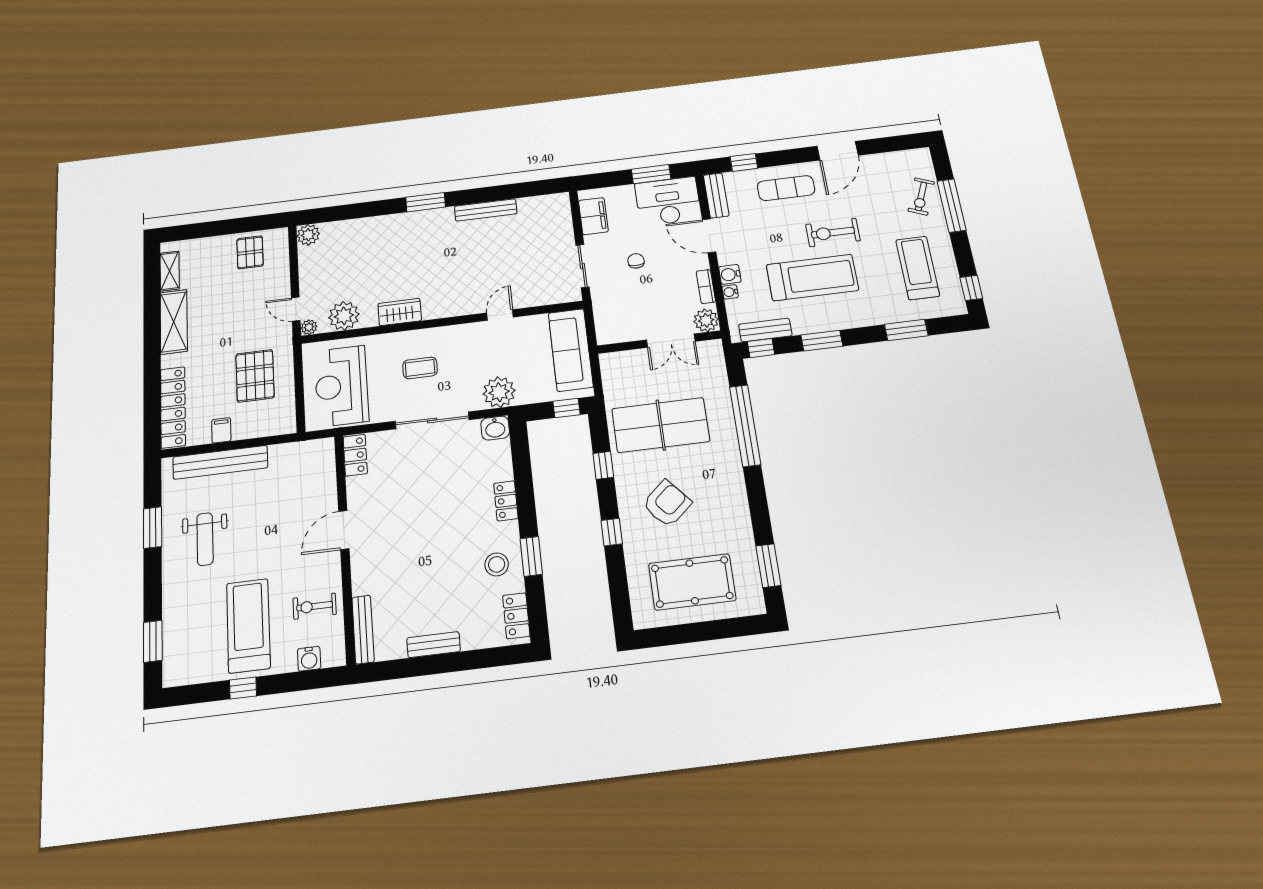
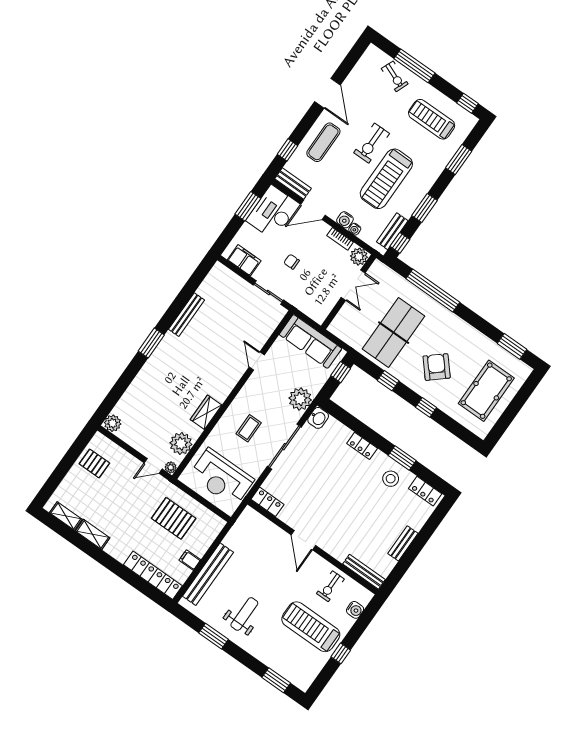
treadmill: (812, 277) -> (386, 179), turned 180
shelving: (174, 322) -> (93, 534), width x0.67, depth x0.75
weight bench: (205, 539) -> (244, 614), turned -90

